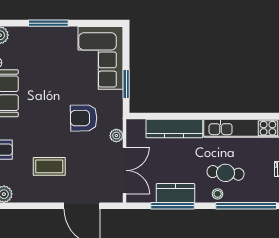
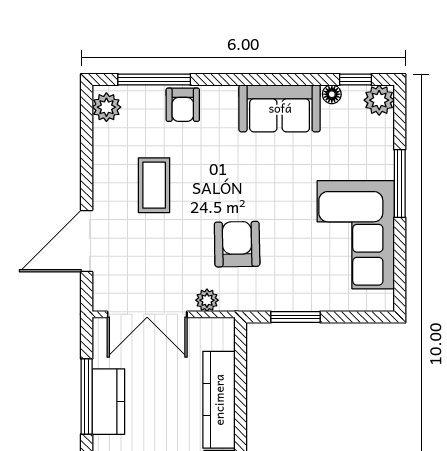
corner sofa: (101, 58) -> (356, 235), moved, turned -90

